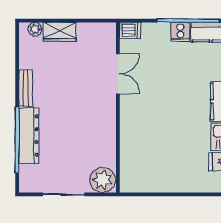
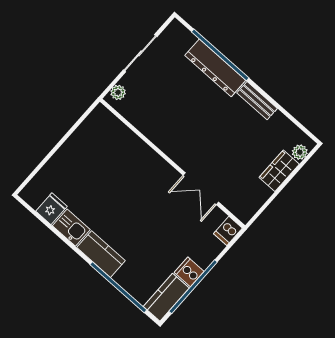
plant: (103, 180) -> (118, 92), width x0.53, depth x0.53

